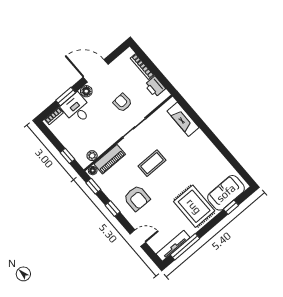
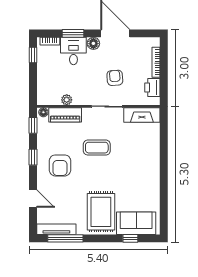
fireplace: (183, 119) -> (142, 115), moved, turned -90
window: (67, 156) -> (33, 55), moved
plant: (92, 156) -> (67, 100), moved

